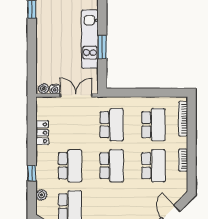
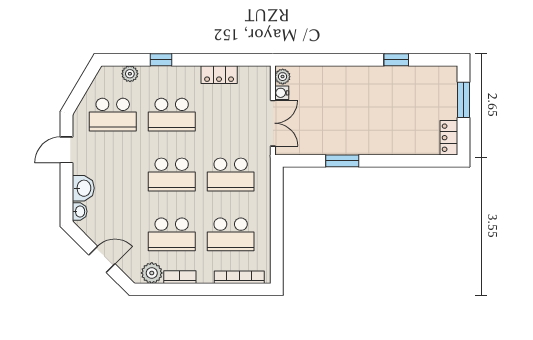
kitchen unit: (90, 39) -> (354, 143), removed
plant: (180, 180) -> (152, 273), added

